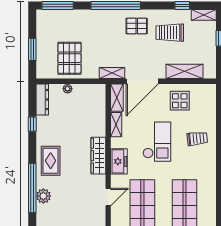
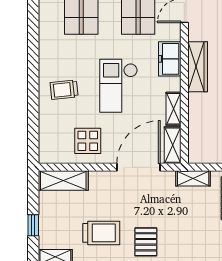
pallet: (137, 26) -> (146, 242), turned 90
shelving: (184, 71) -> (63, 181), moved
shelving: (112, 73) -> (193, 178), moved

